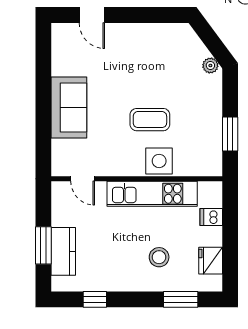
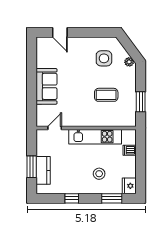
coffee table: (150, 120) -> (106, 95), moved
side table: (159, 161) -> (104, 58), moved
door: (83, 179) -> (55, 128), swing flipped
fridge: (211, 261) -> (129, 186), moved
window: (95, 299) -> (72, 198), moved

